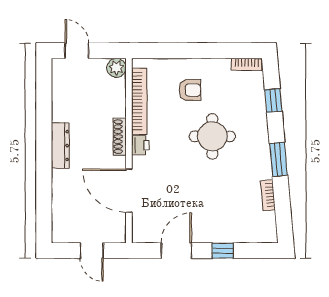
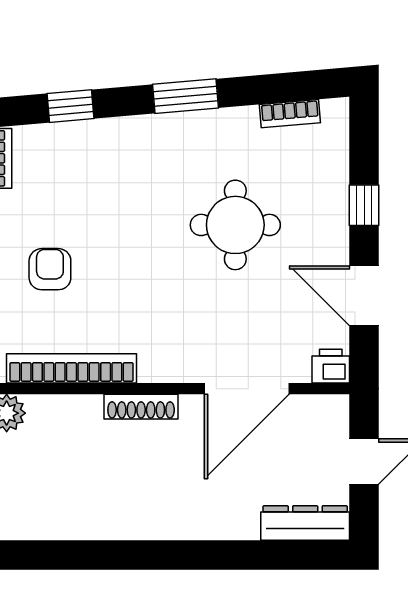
round table: (212, 136) -> (235, 225), moved
printer: (140, 145) -> (331, 366), moved
dresser: (60, 146) -> (305, 523), moved
bookcase: (268, 195) -> (290, 114), moved

